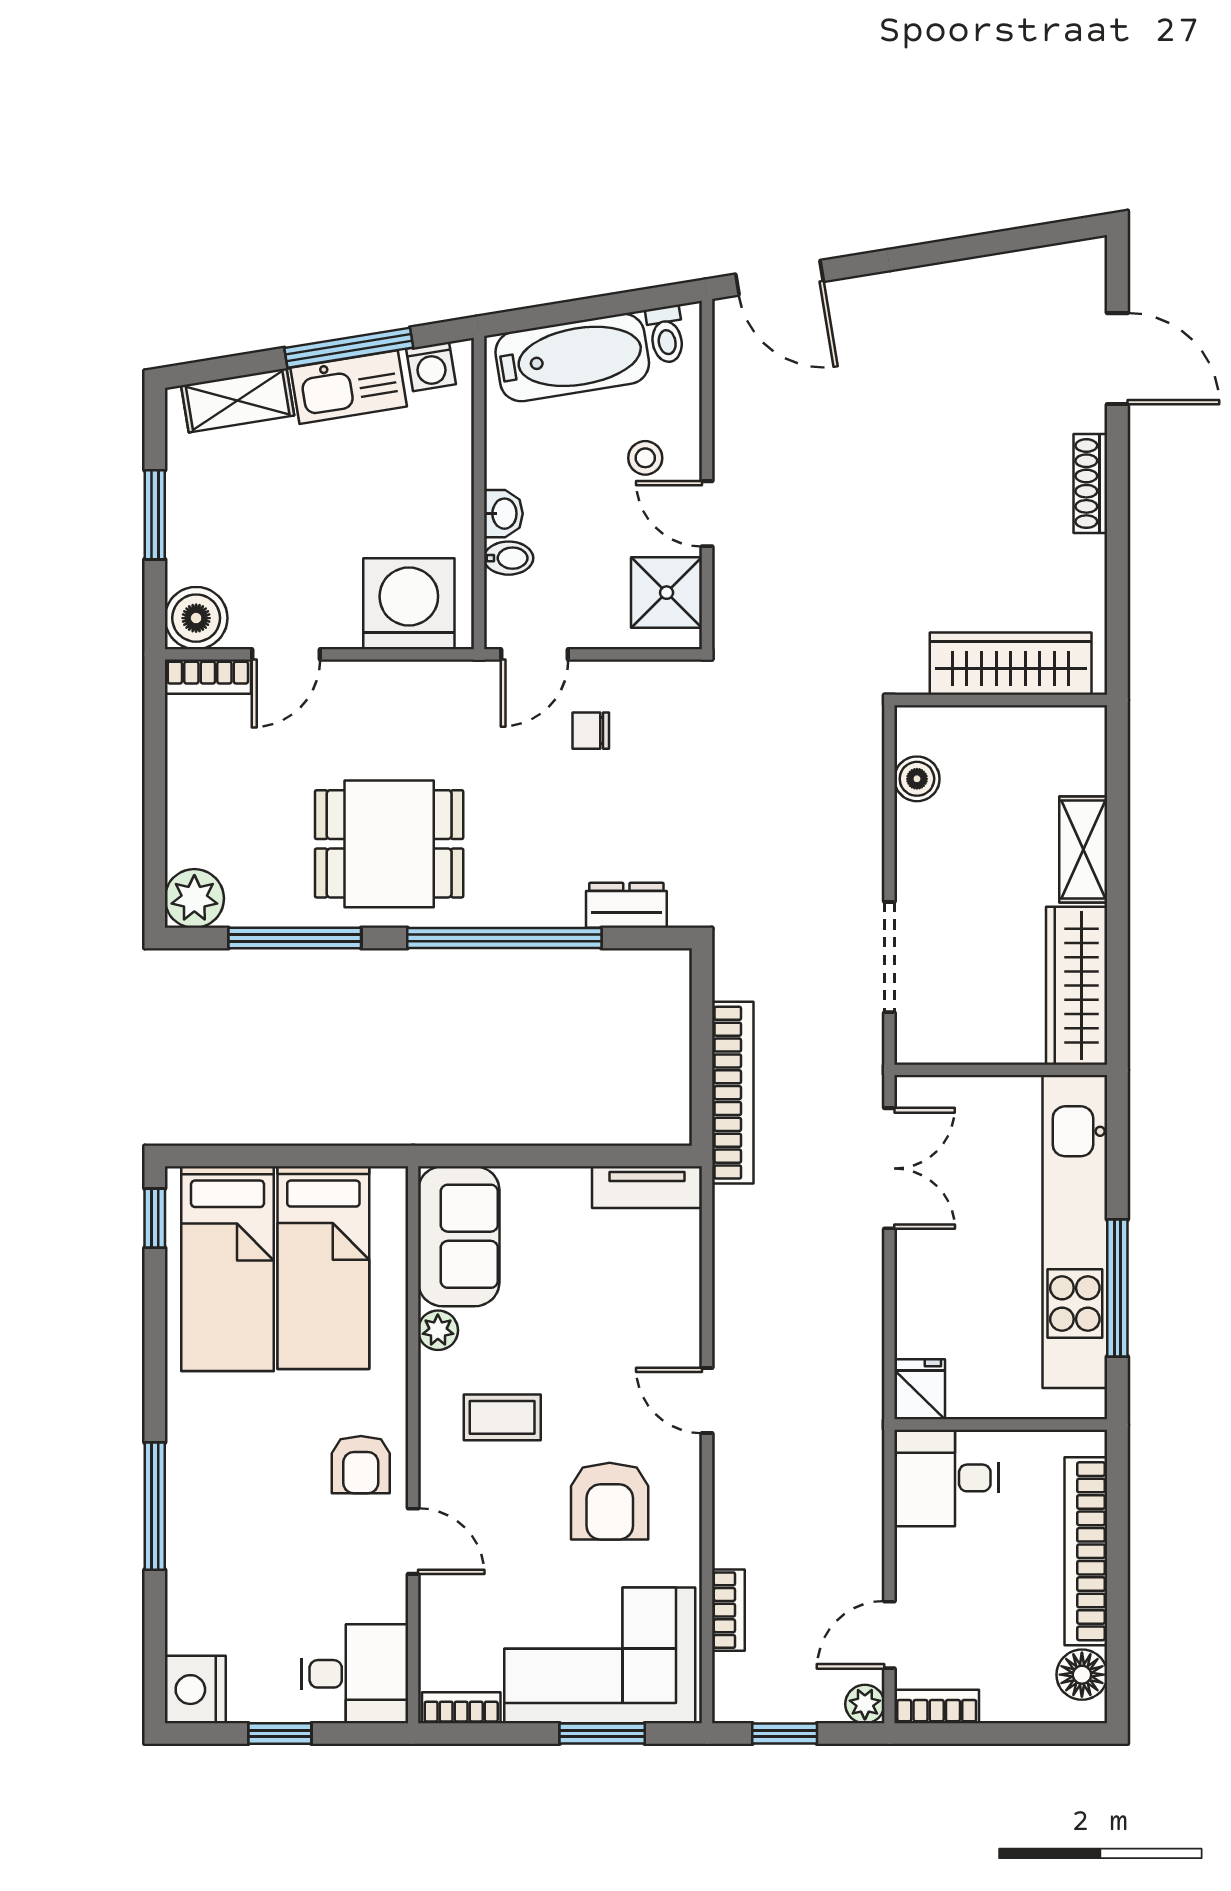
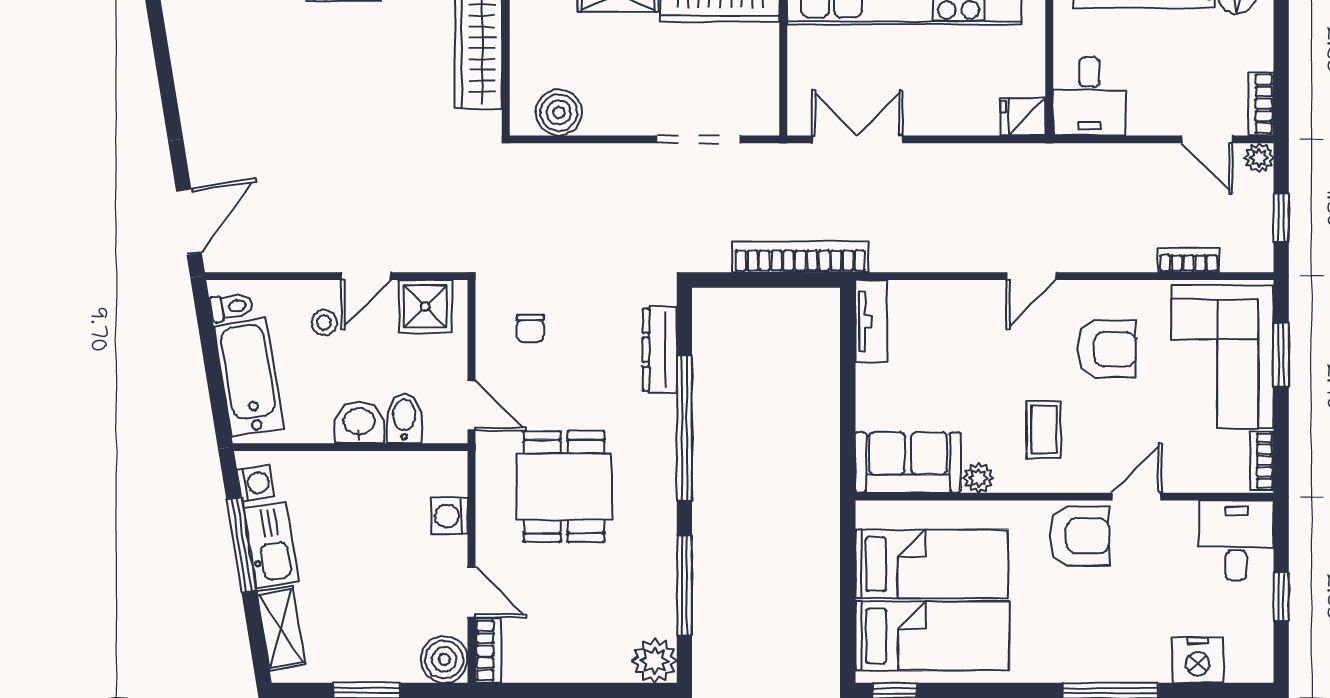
washbasin: (503, 514) -> (359, 422), width x1.38, depth x1.45
bidet: (509, 558) -> (404, 418), width x1.38, depth x1.36
washing machine: (409, 604) -> (450, 516), width x0.53, depth x0.53
chair: (591, 731) -> (530, 328), moved
boiler: (917, 779) -> (559, 112), width x1.36, depth x1.36
dining table: (389, 844) -> (564, 487), moved
dresser: (626, 905) -> (660, 350), width x1.44
armchair: (361, 1465) -> (1079, 536), width x1.38, depth x1.38
nightstand: (195, 1690) -> (1198, 660), moved

